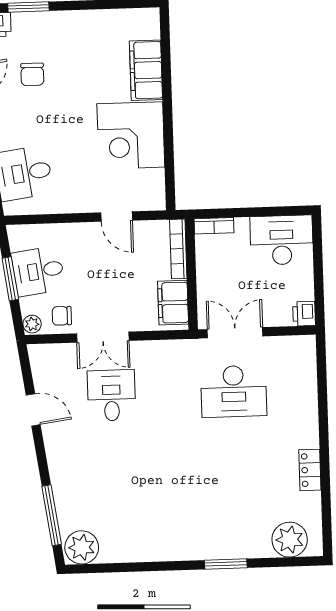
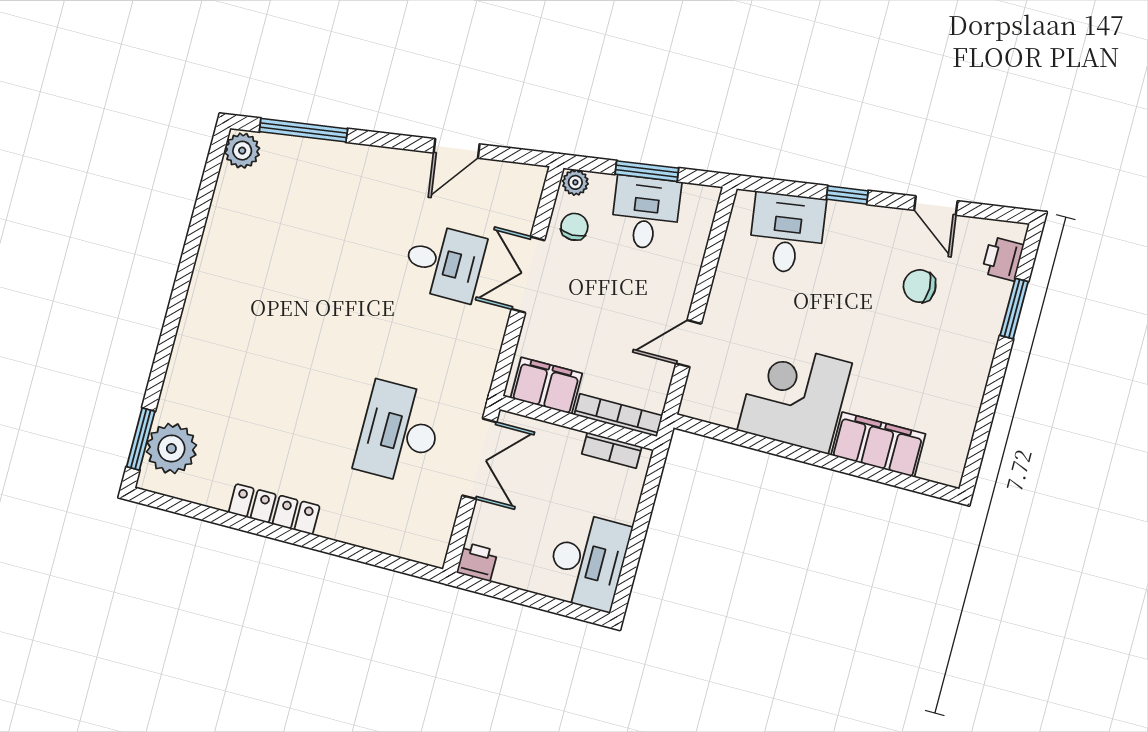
bookcase: (214, 226) -> (612, 450), moved, turned -90
locker: (310, 470) -> (274, 509), width x1.53
plant: (82, 547) -> (242, 151), width x0.73, depth x0.73
window: (226, 564) -> (141, 439), moved

